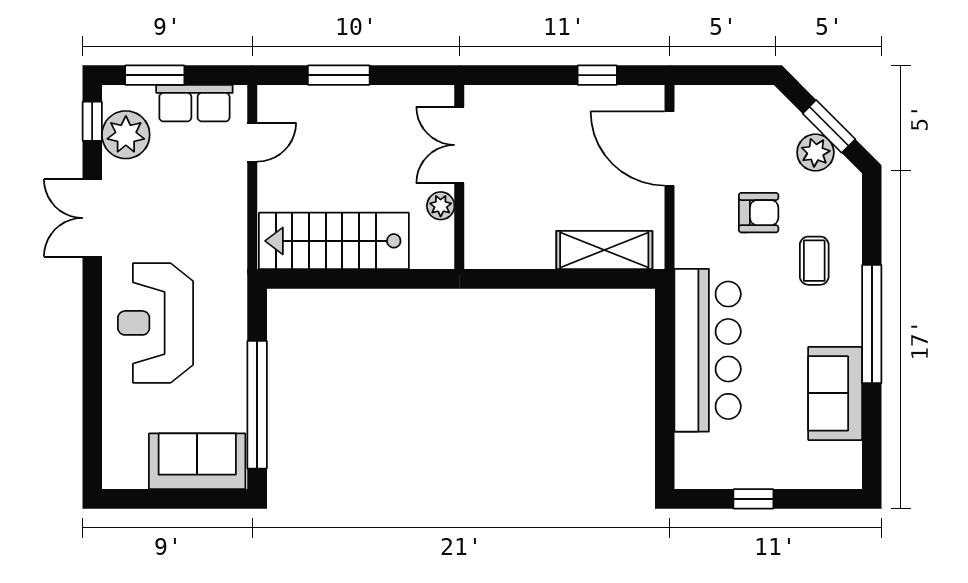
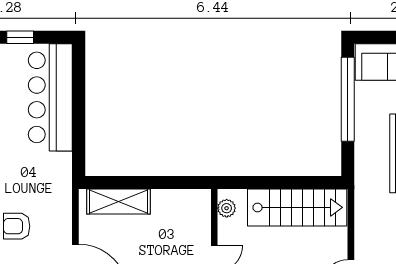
plant: (441, 206) -> (227, 208), moved
bar counter: (708, 350) -> (50, 97), moved

